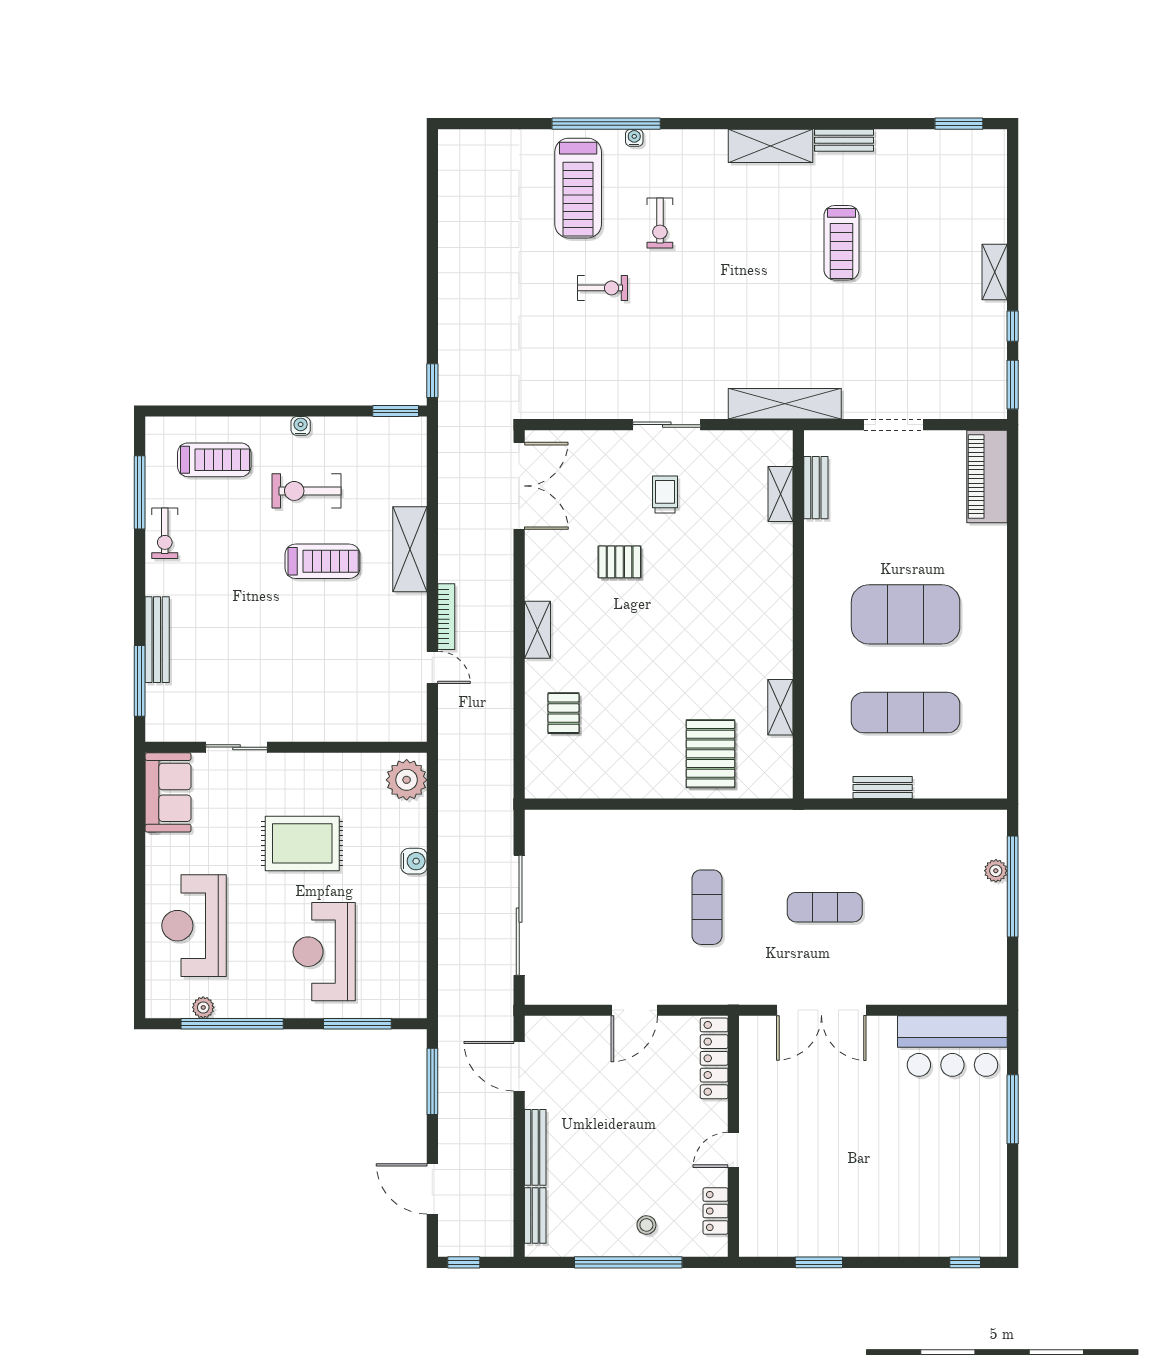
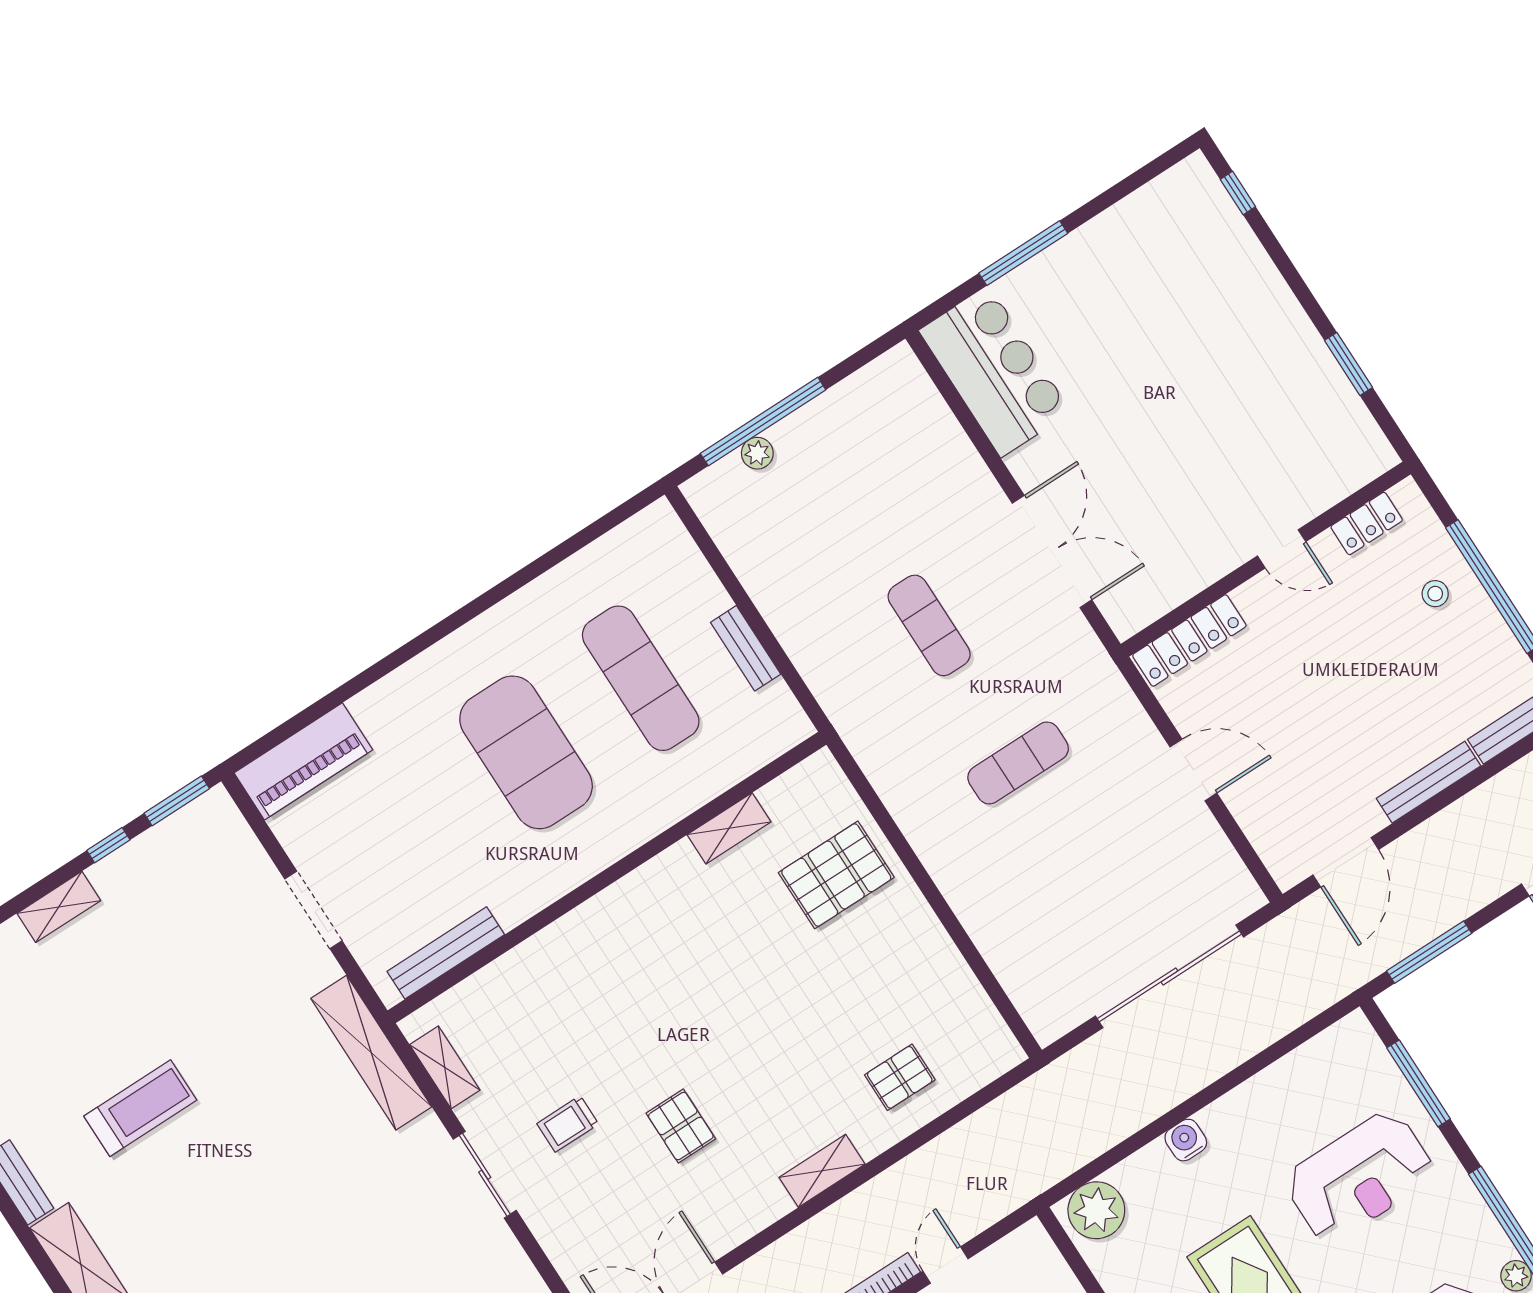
bench: (816, 488) -> (446, 953), width x1.36
shelving: (781, 494) -> (445, 1067), moved, turned 90

